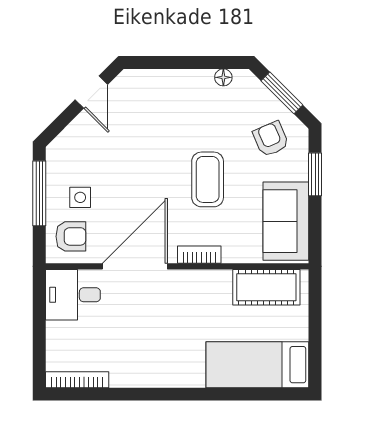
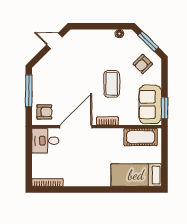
door: (91, 92) -> (54, 41), swing flipped
armchair: (271, 139) -> (143, 64), turned -112
window: (315, 174) -> (165, 108), moved
side table: (80, 197) -> (49, 93), removed

